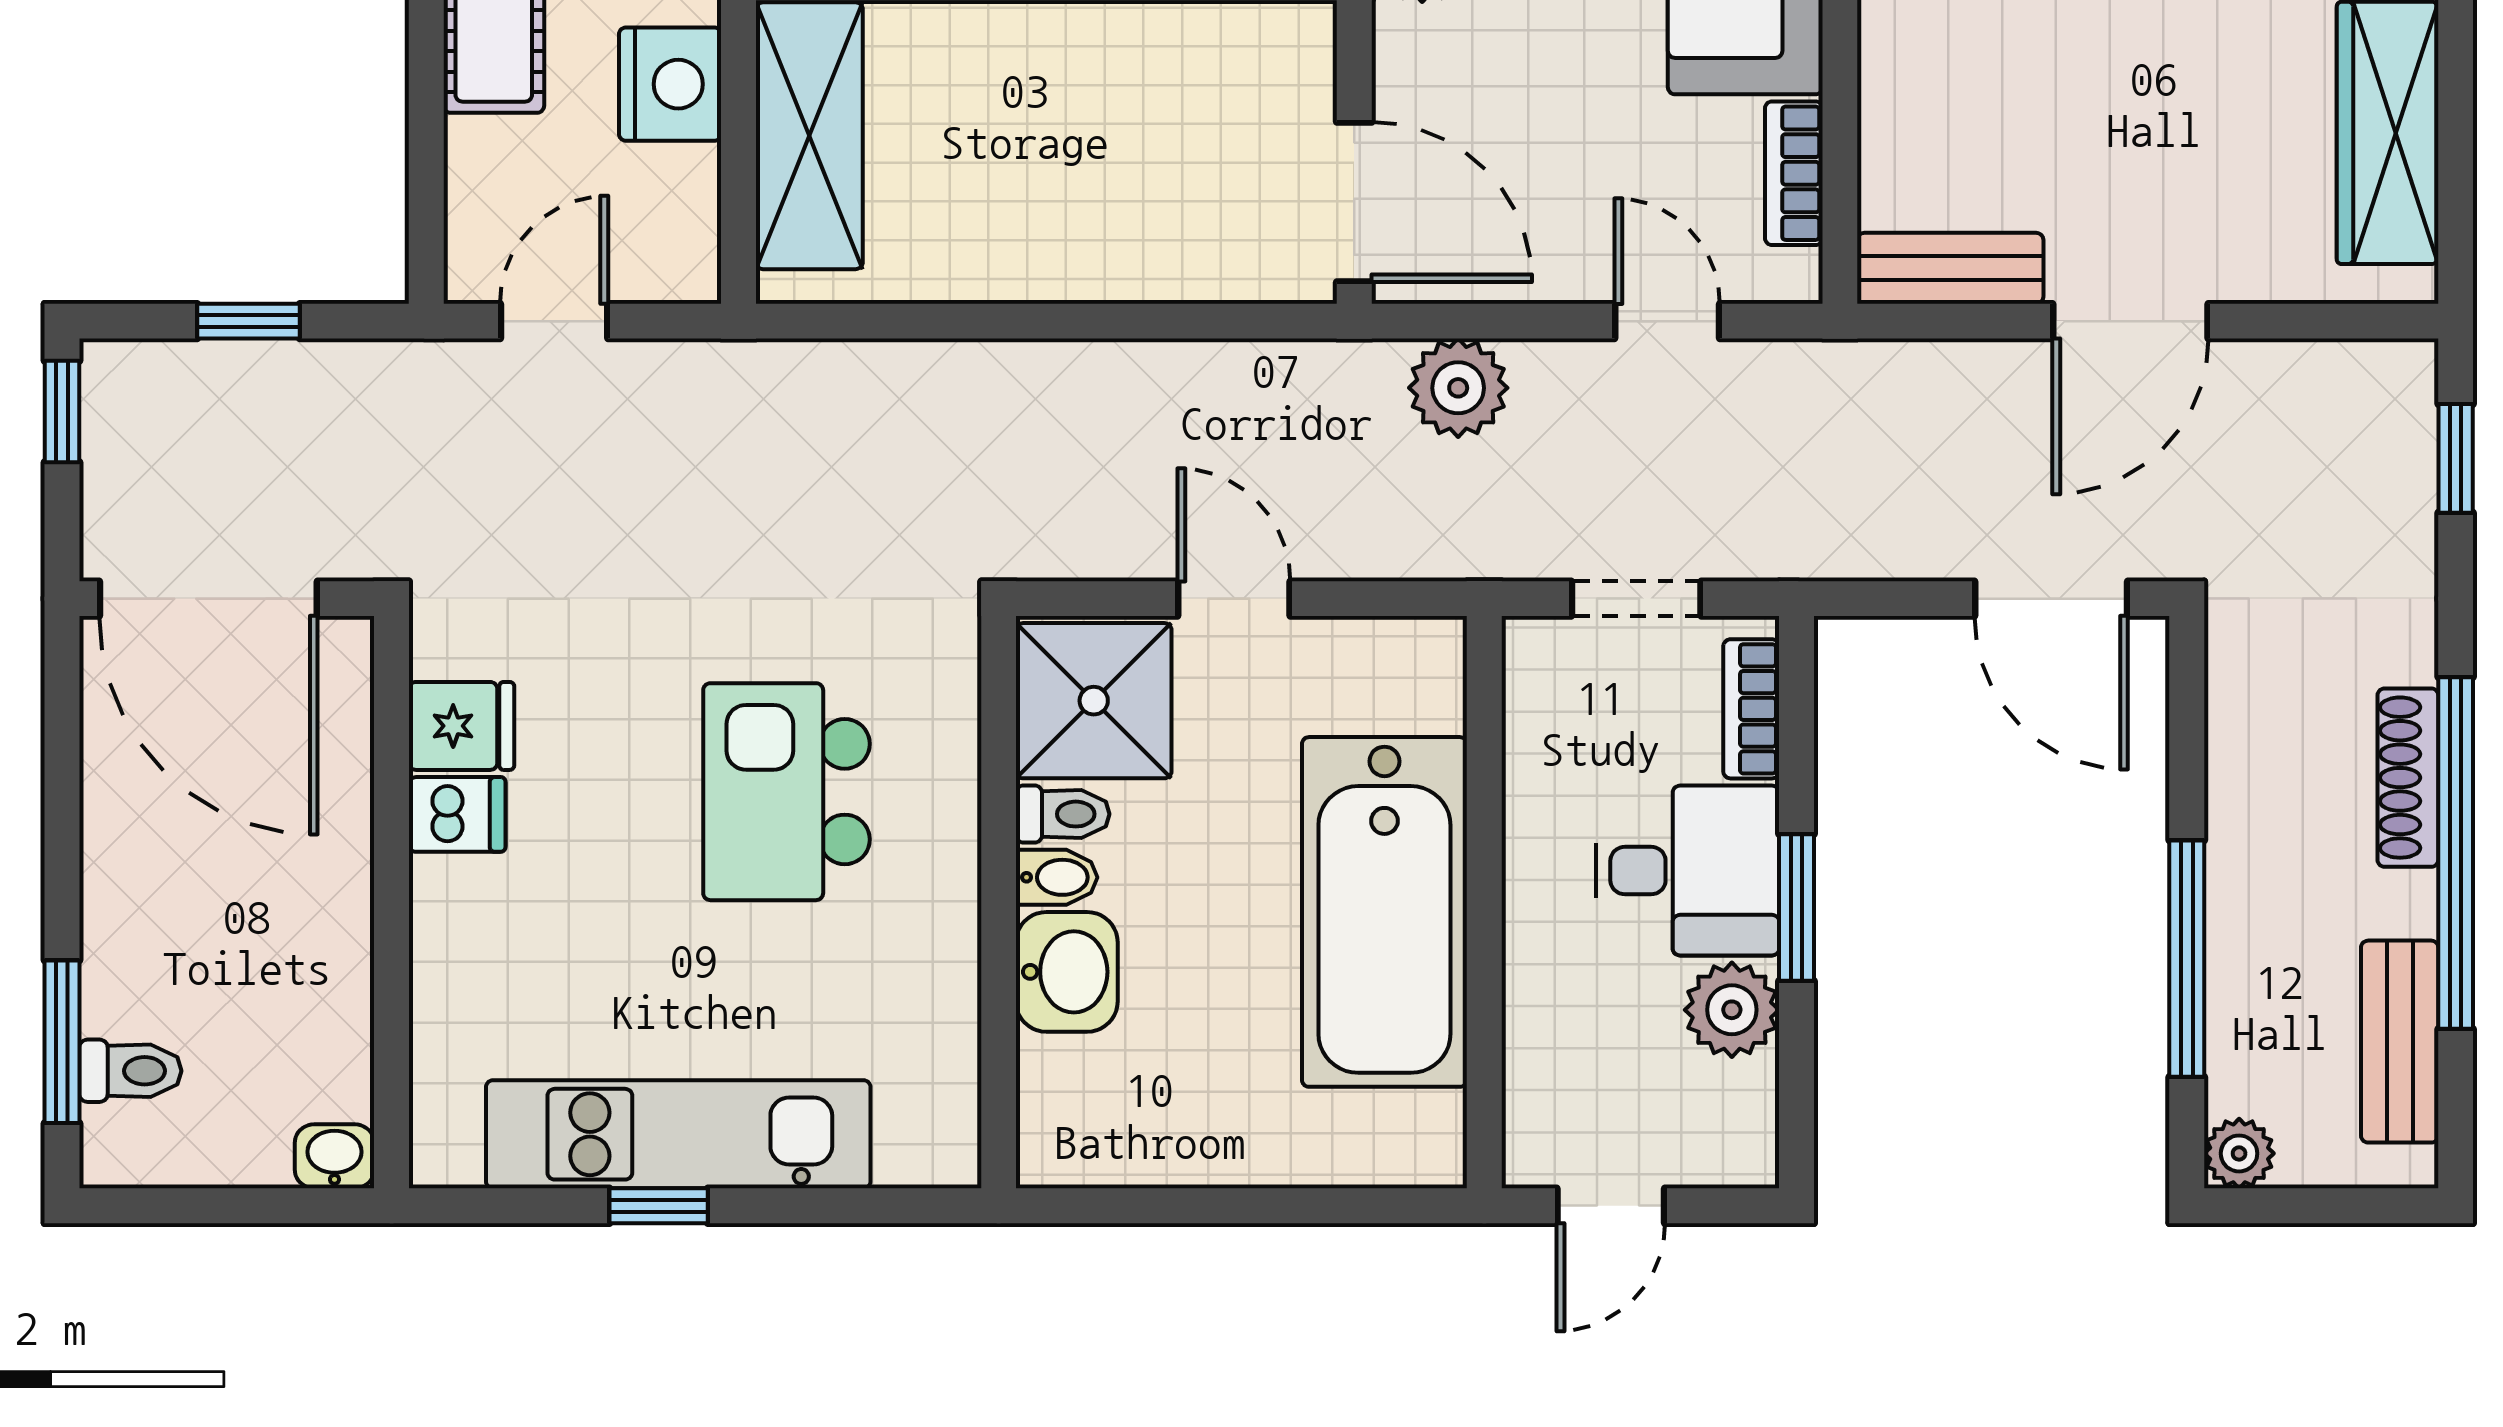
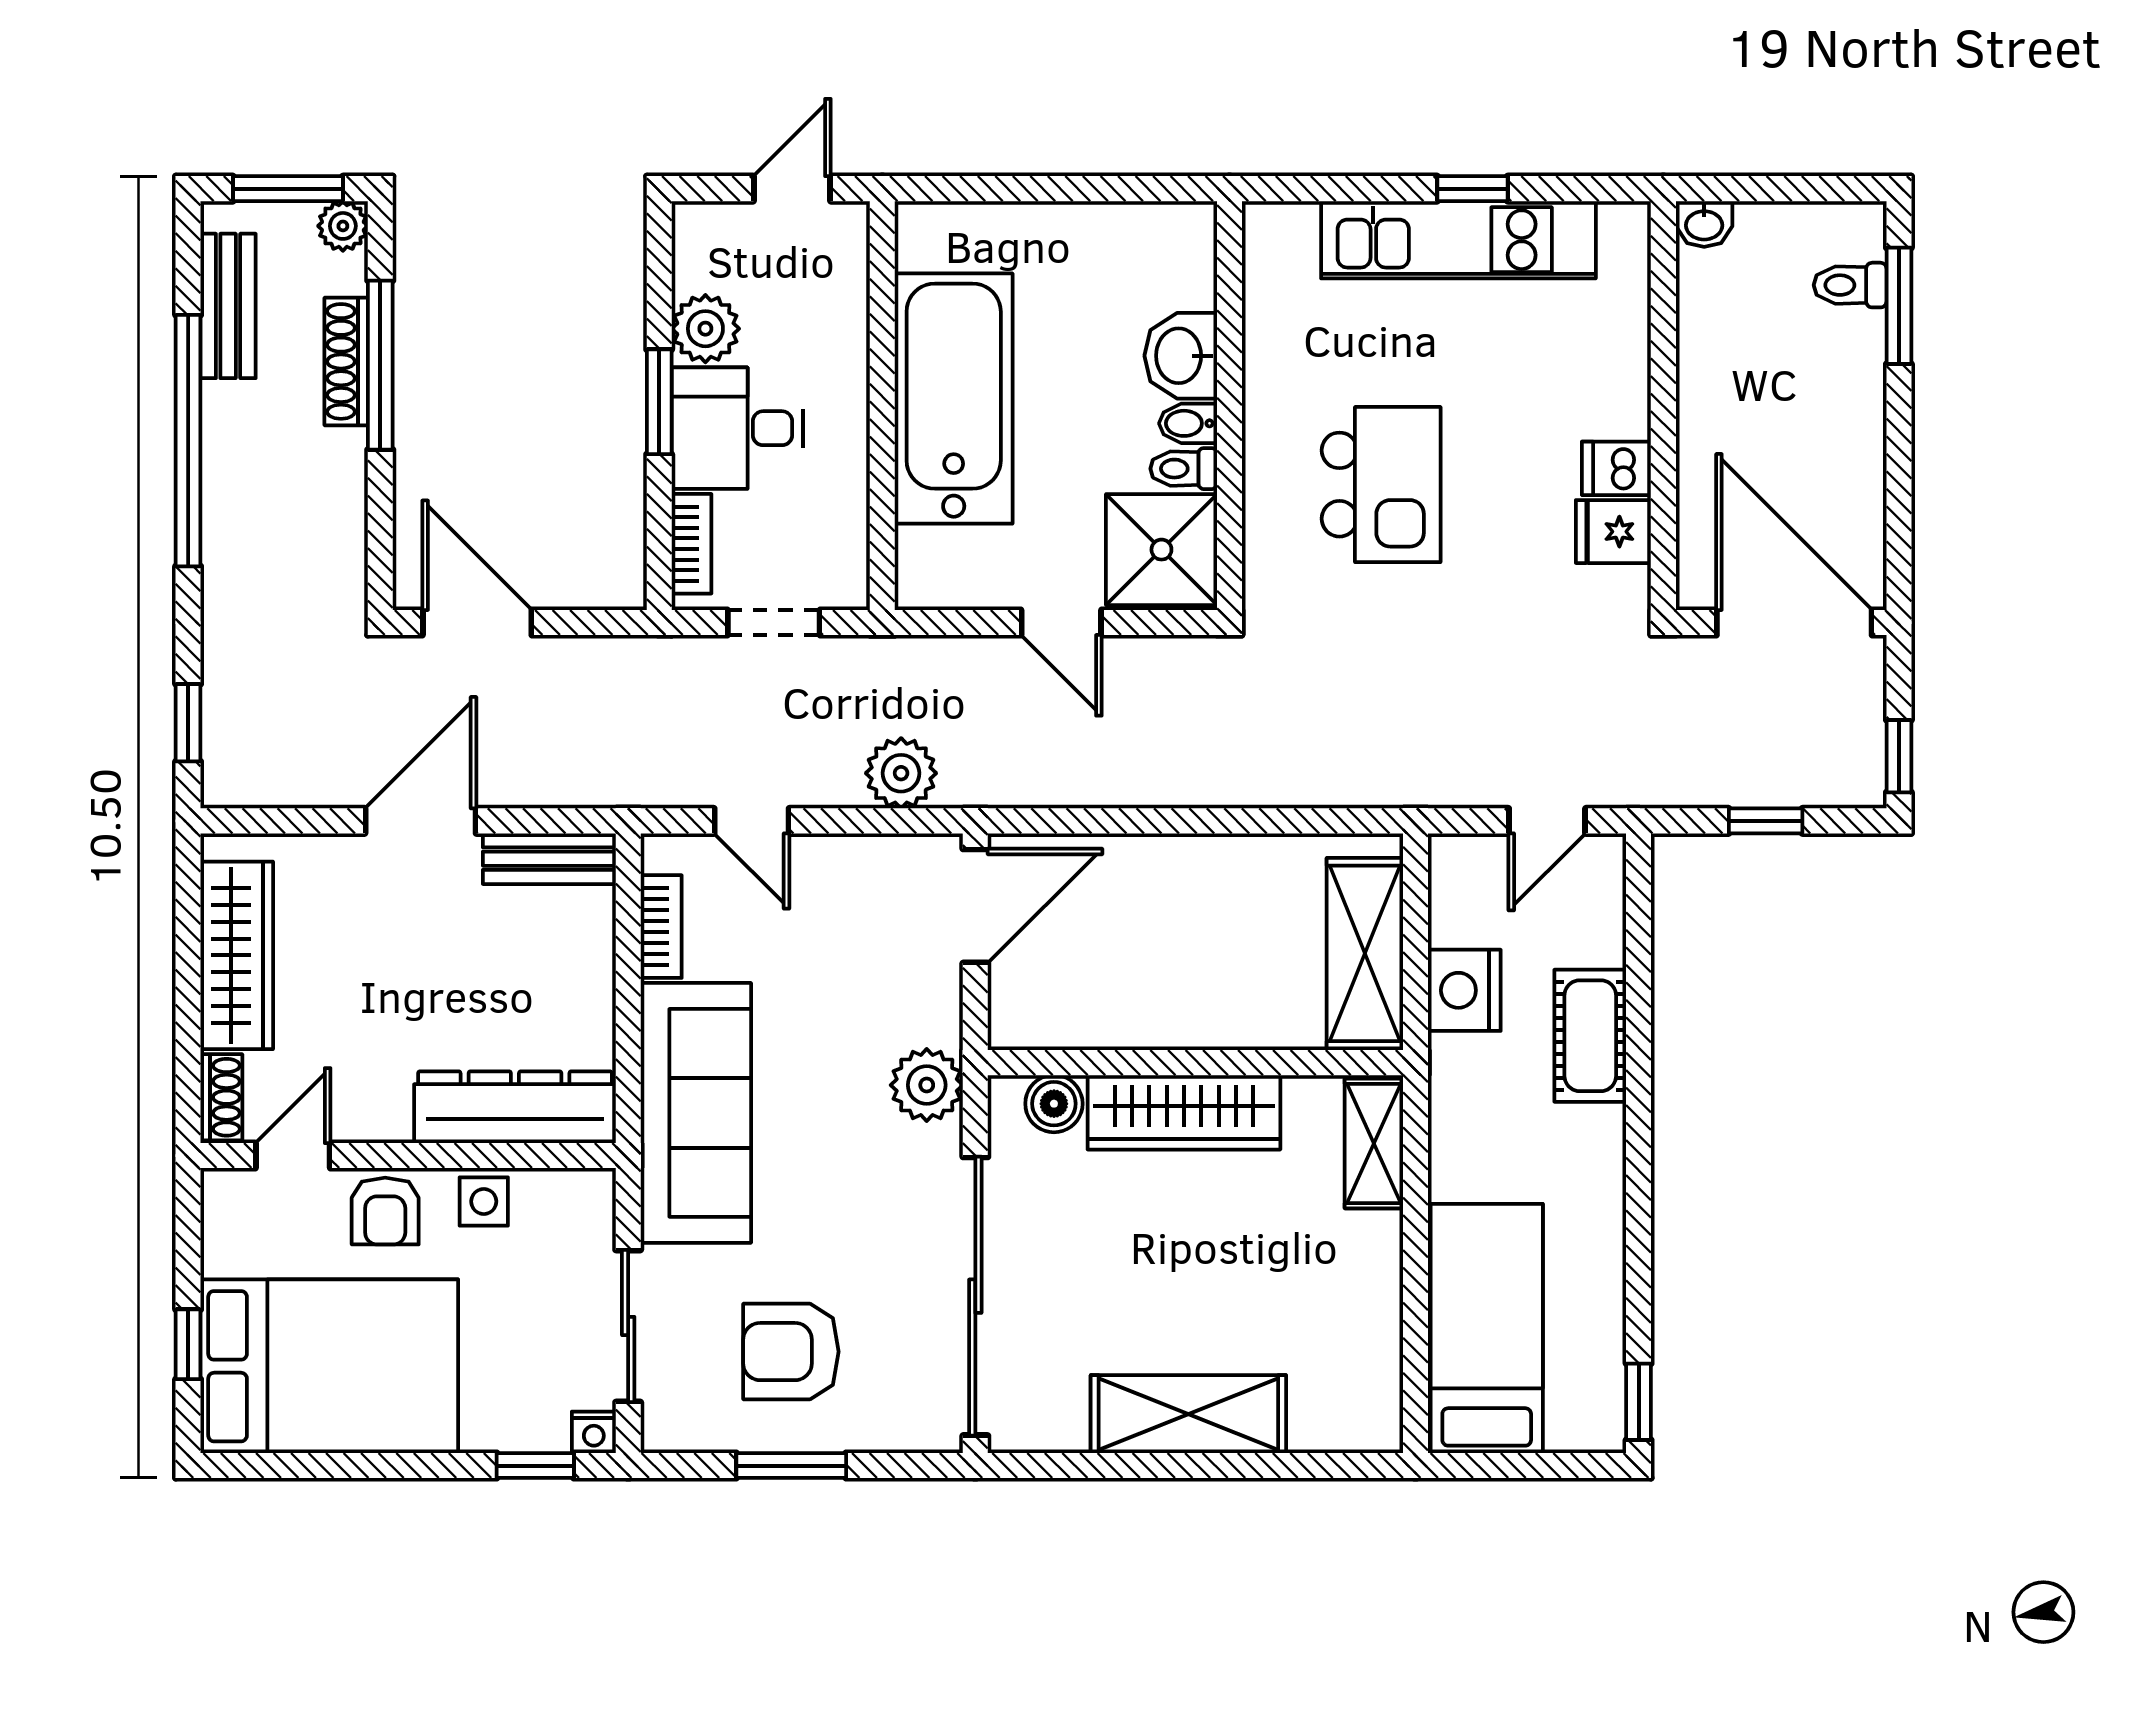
door: (1354, 202) -> (975, 906), swing flipped
shoe rack: (2408, 778) -> (346, 361), moved, turned 180
window: (2316, 1206) -> (288, 189), added

